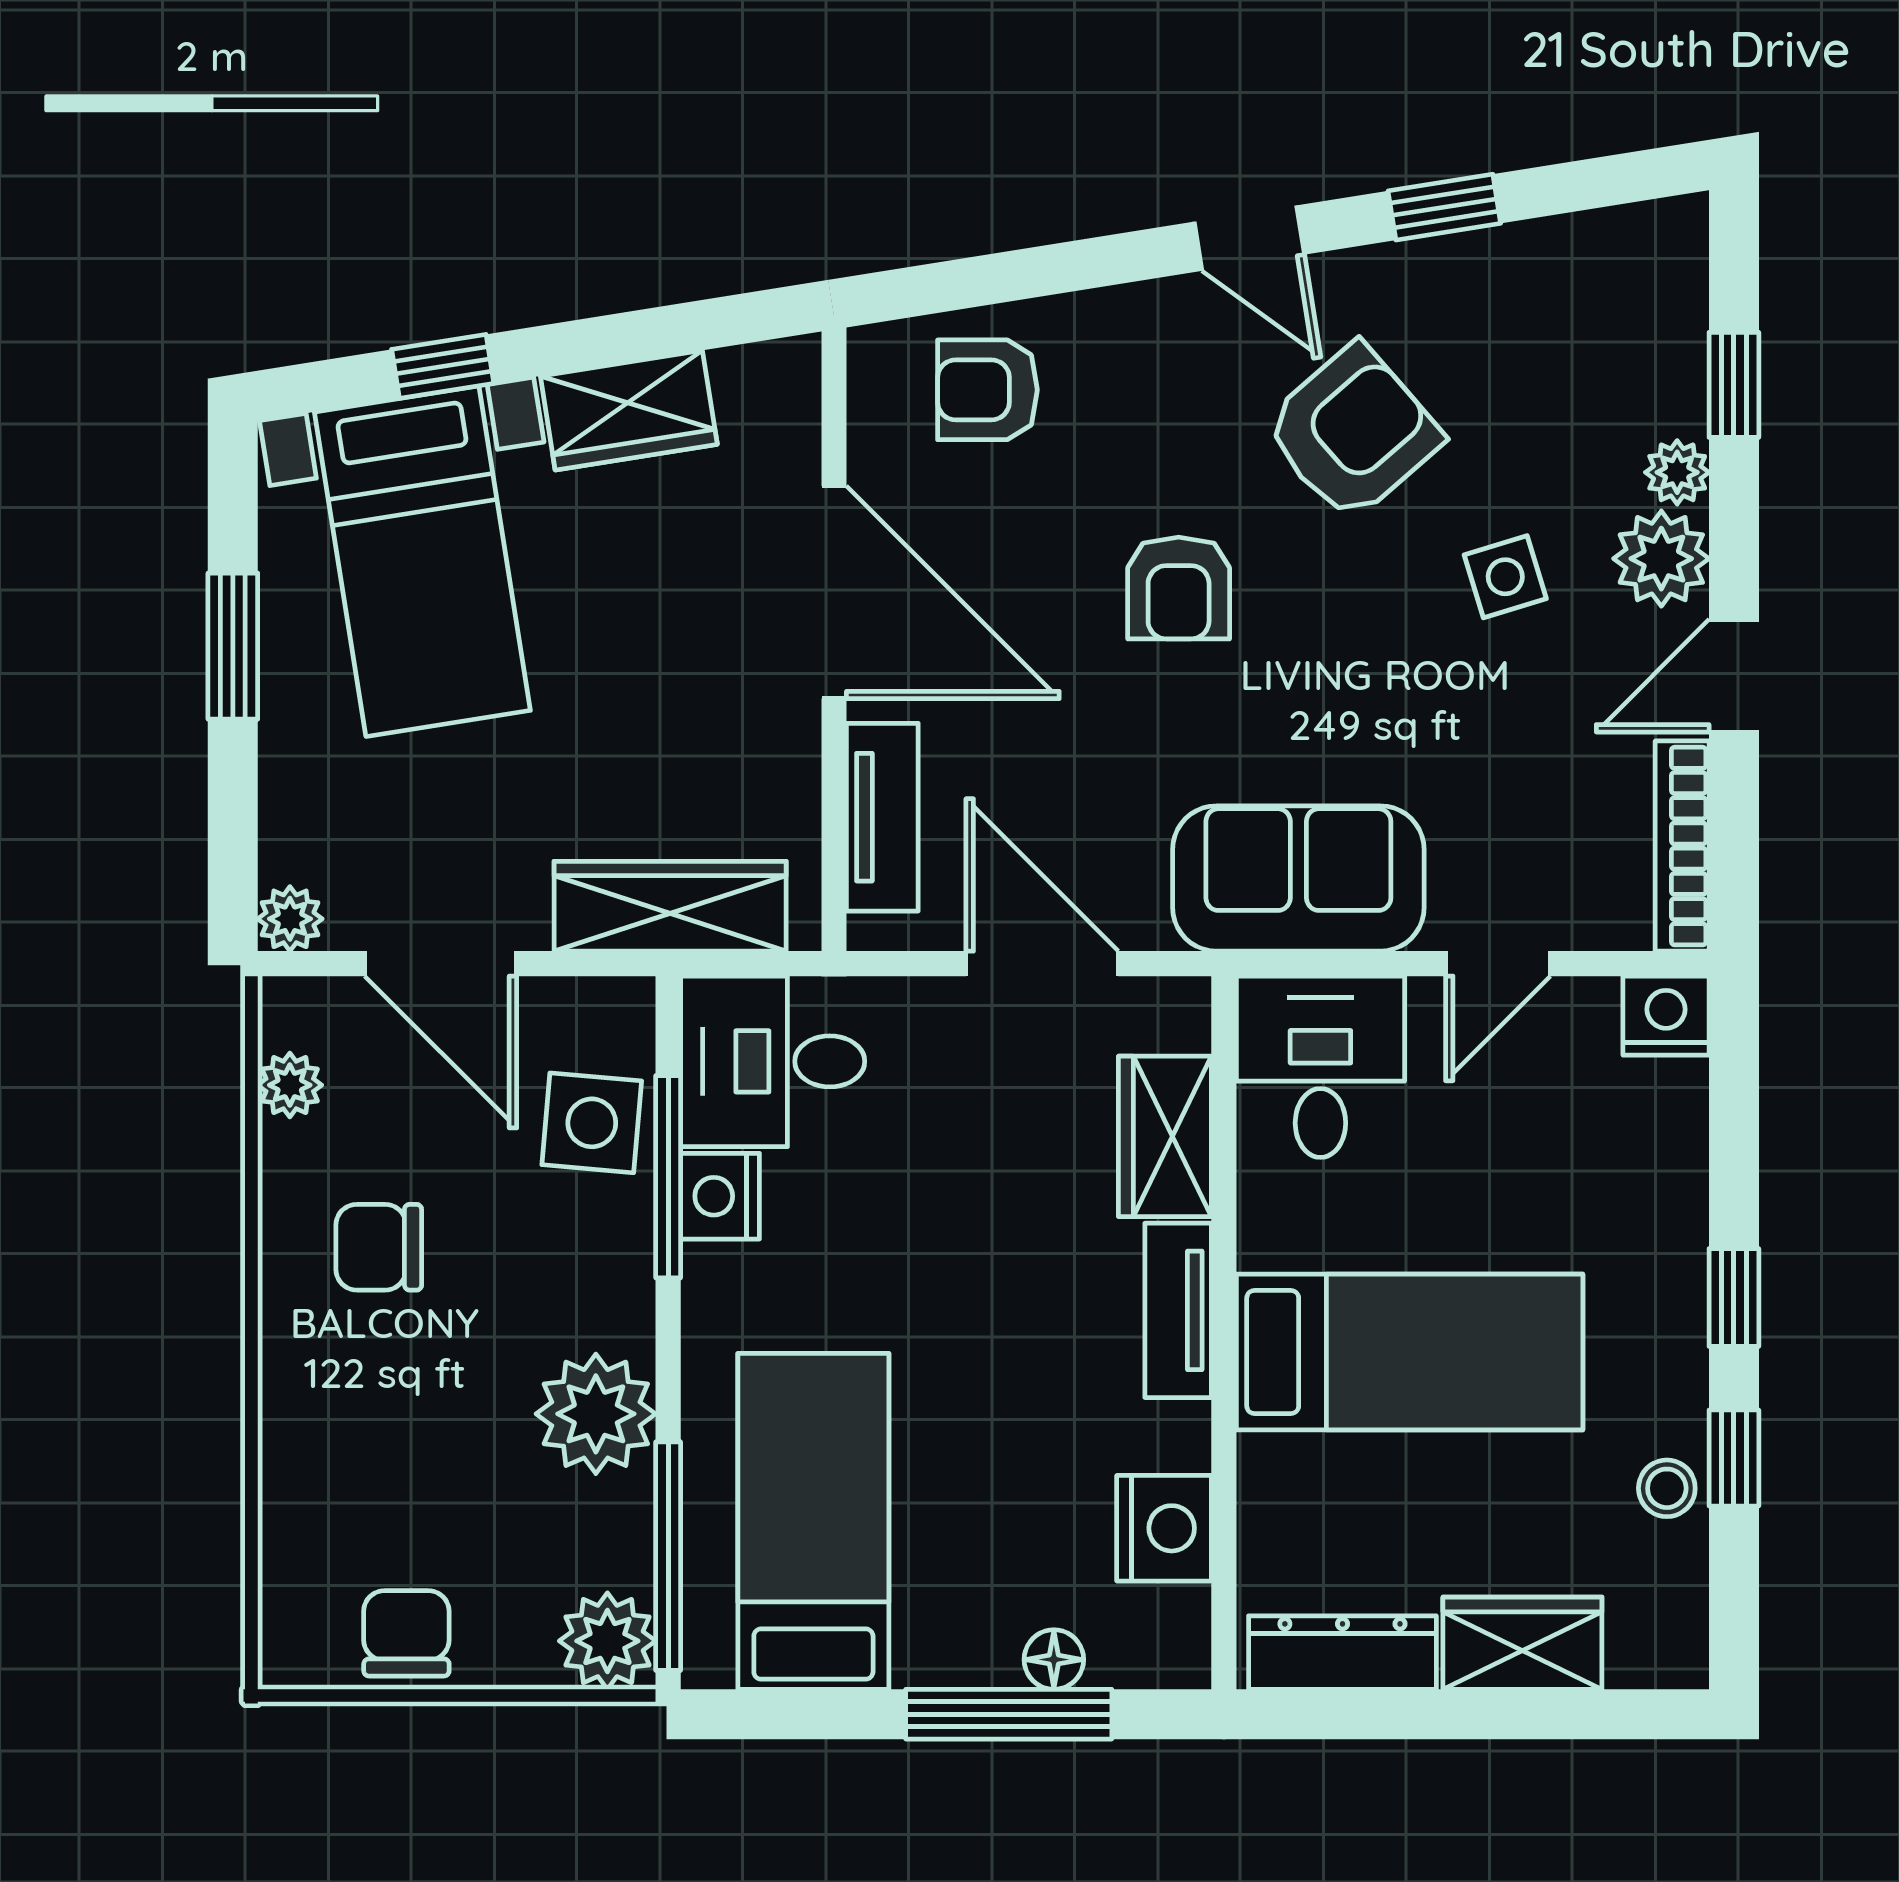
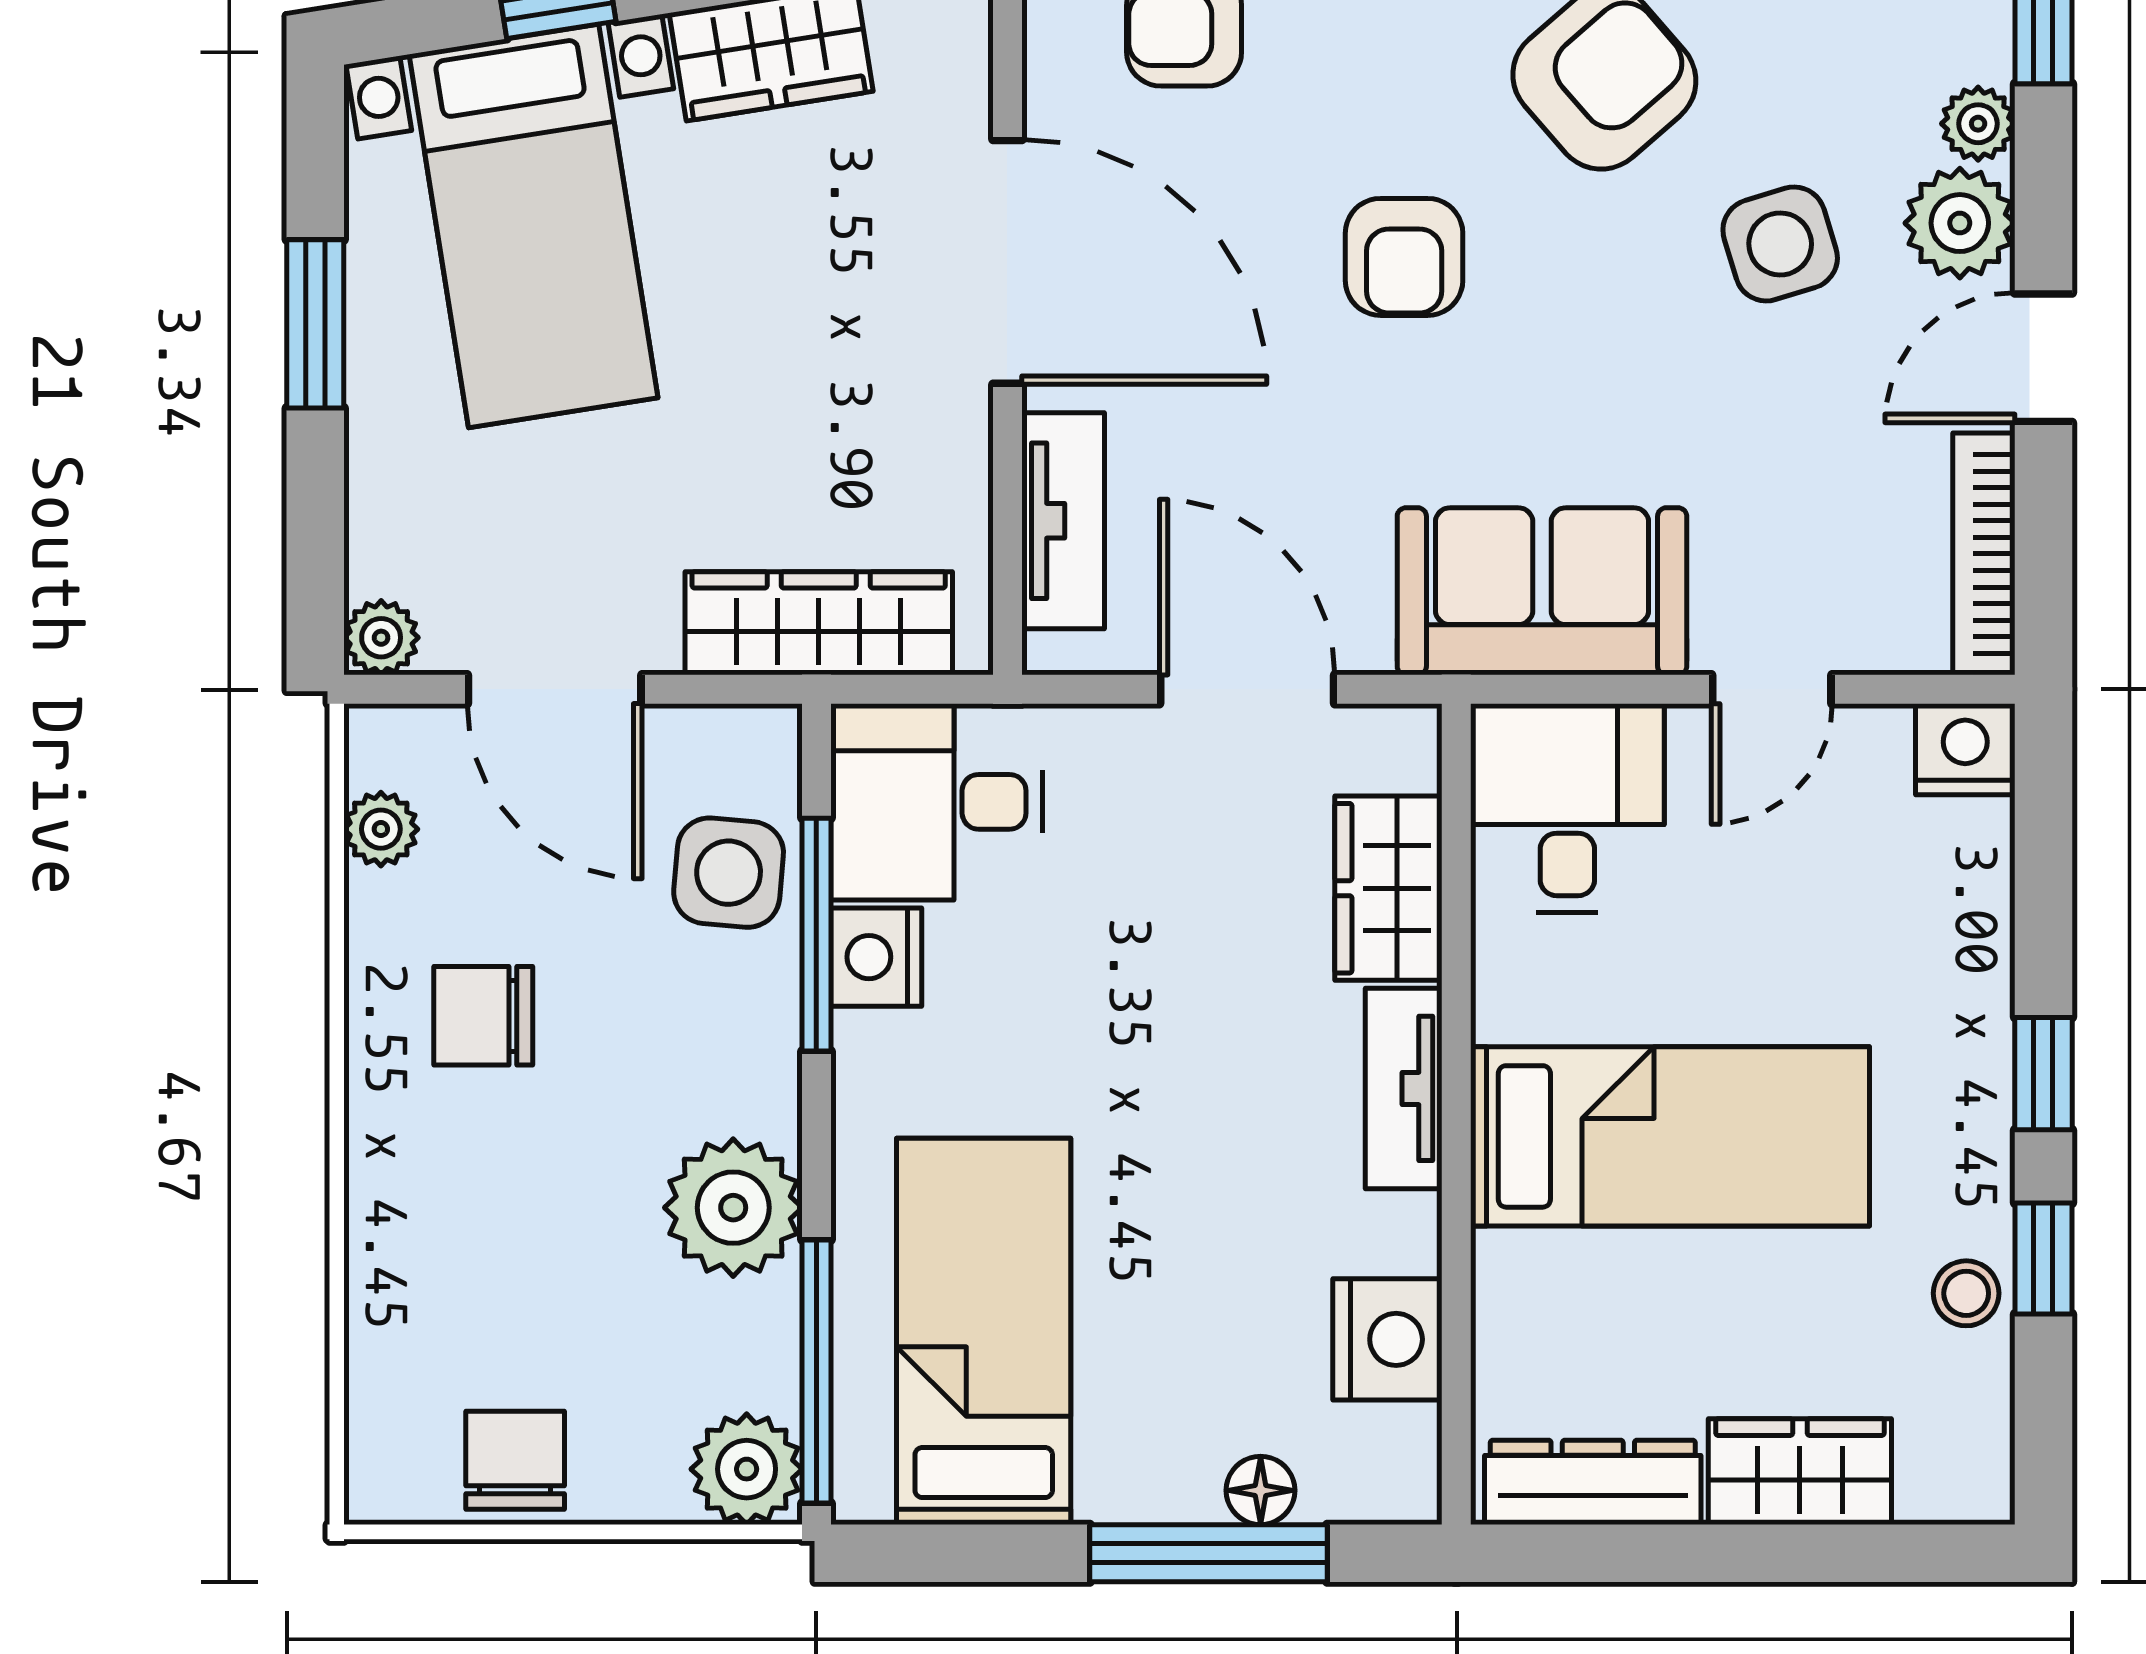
side table: (1505, 577) -> (1780, 244), width x1.37, depth x1.37

